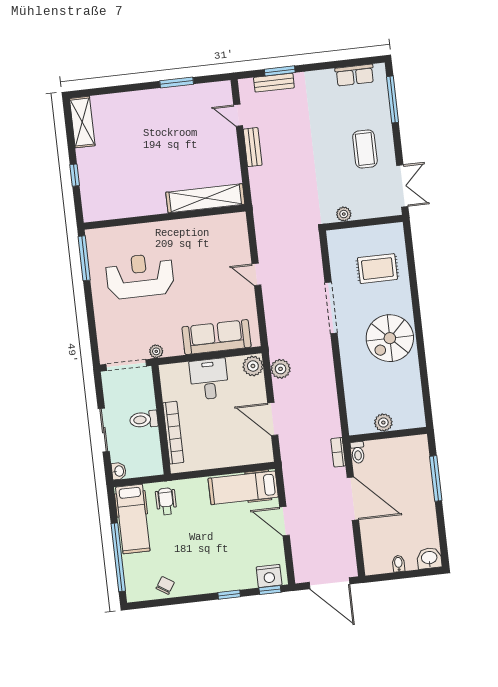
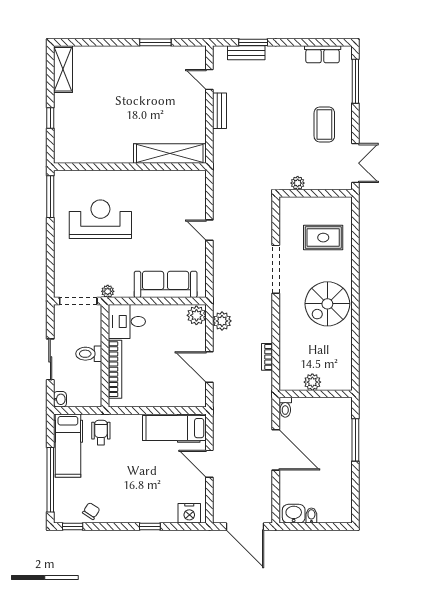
desk: (209, 379) -> (127, 322), moved, turned -90
bookcase: (338, 452) -> (267, 357), moved
washbasin: (429, 558) -> (294, 514), moved
window: (270, 590) -> (73, 527), moved

